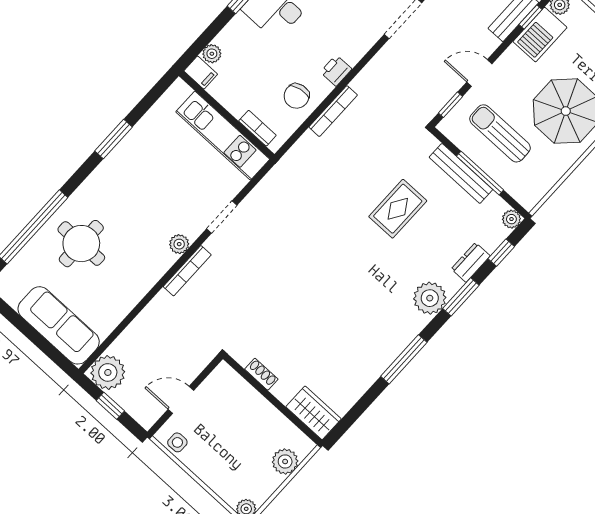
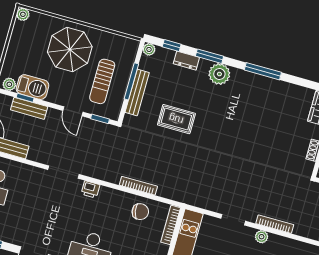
printer: (336, 71) -> (90, 189), moved
bookcase: (257, 128) -> (171, 225), width x1.56

